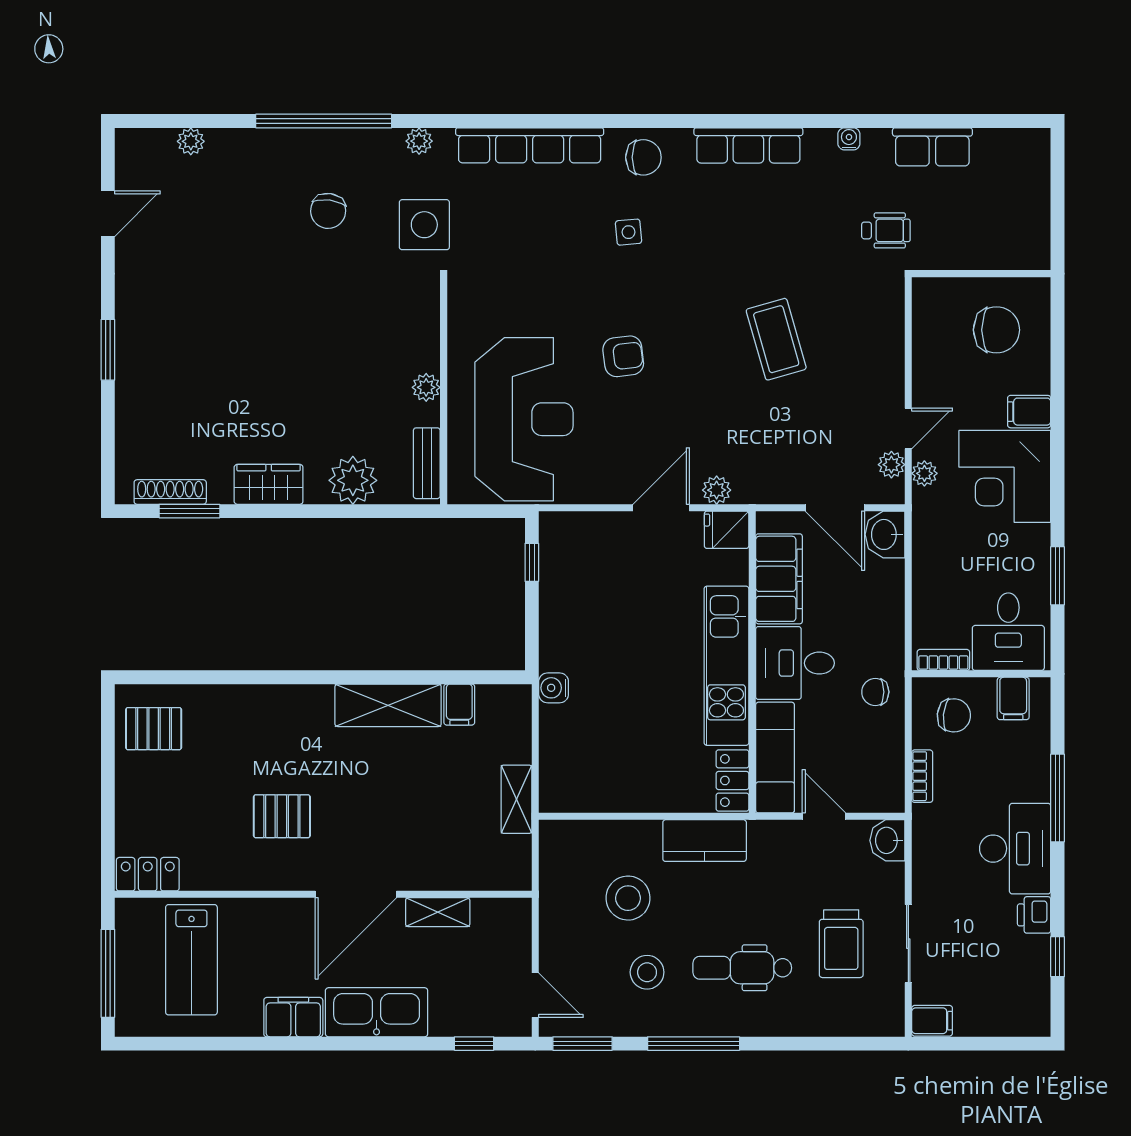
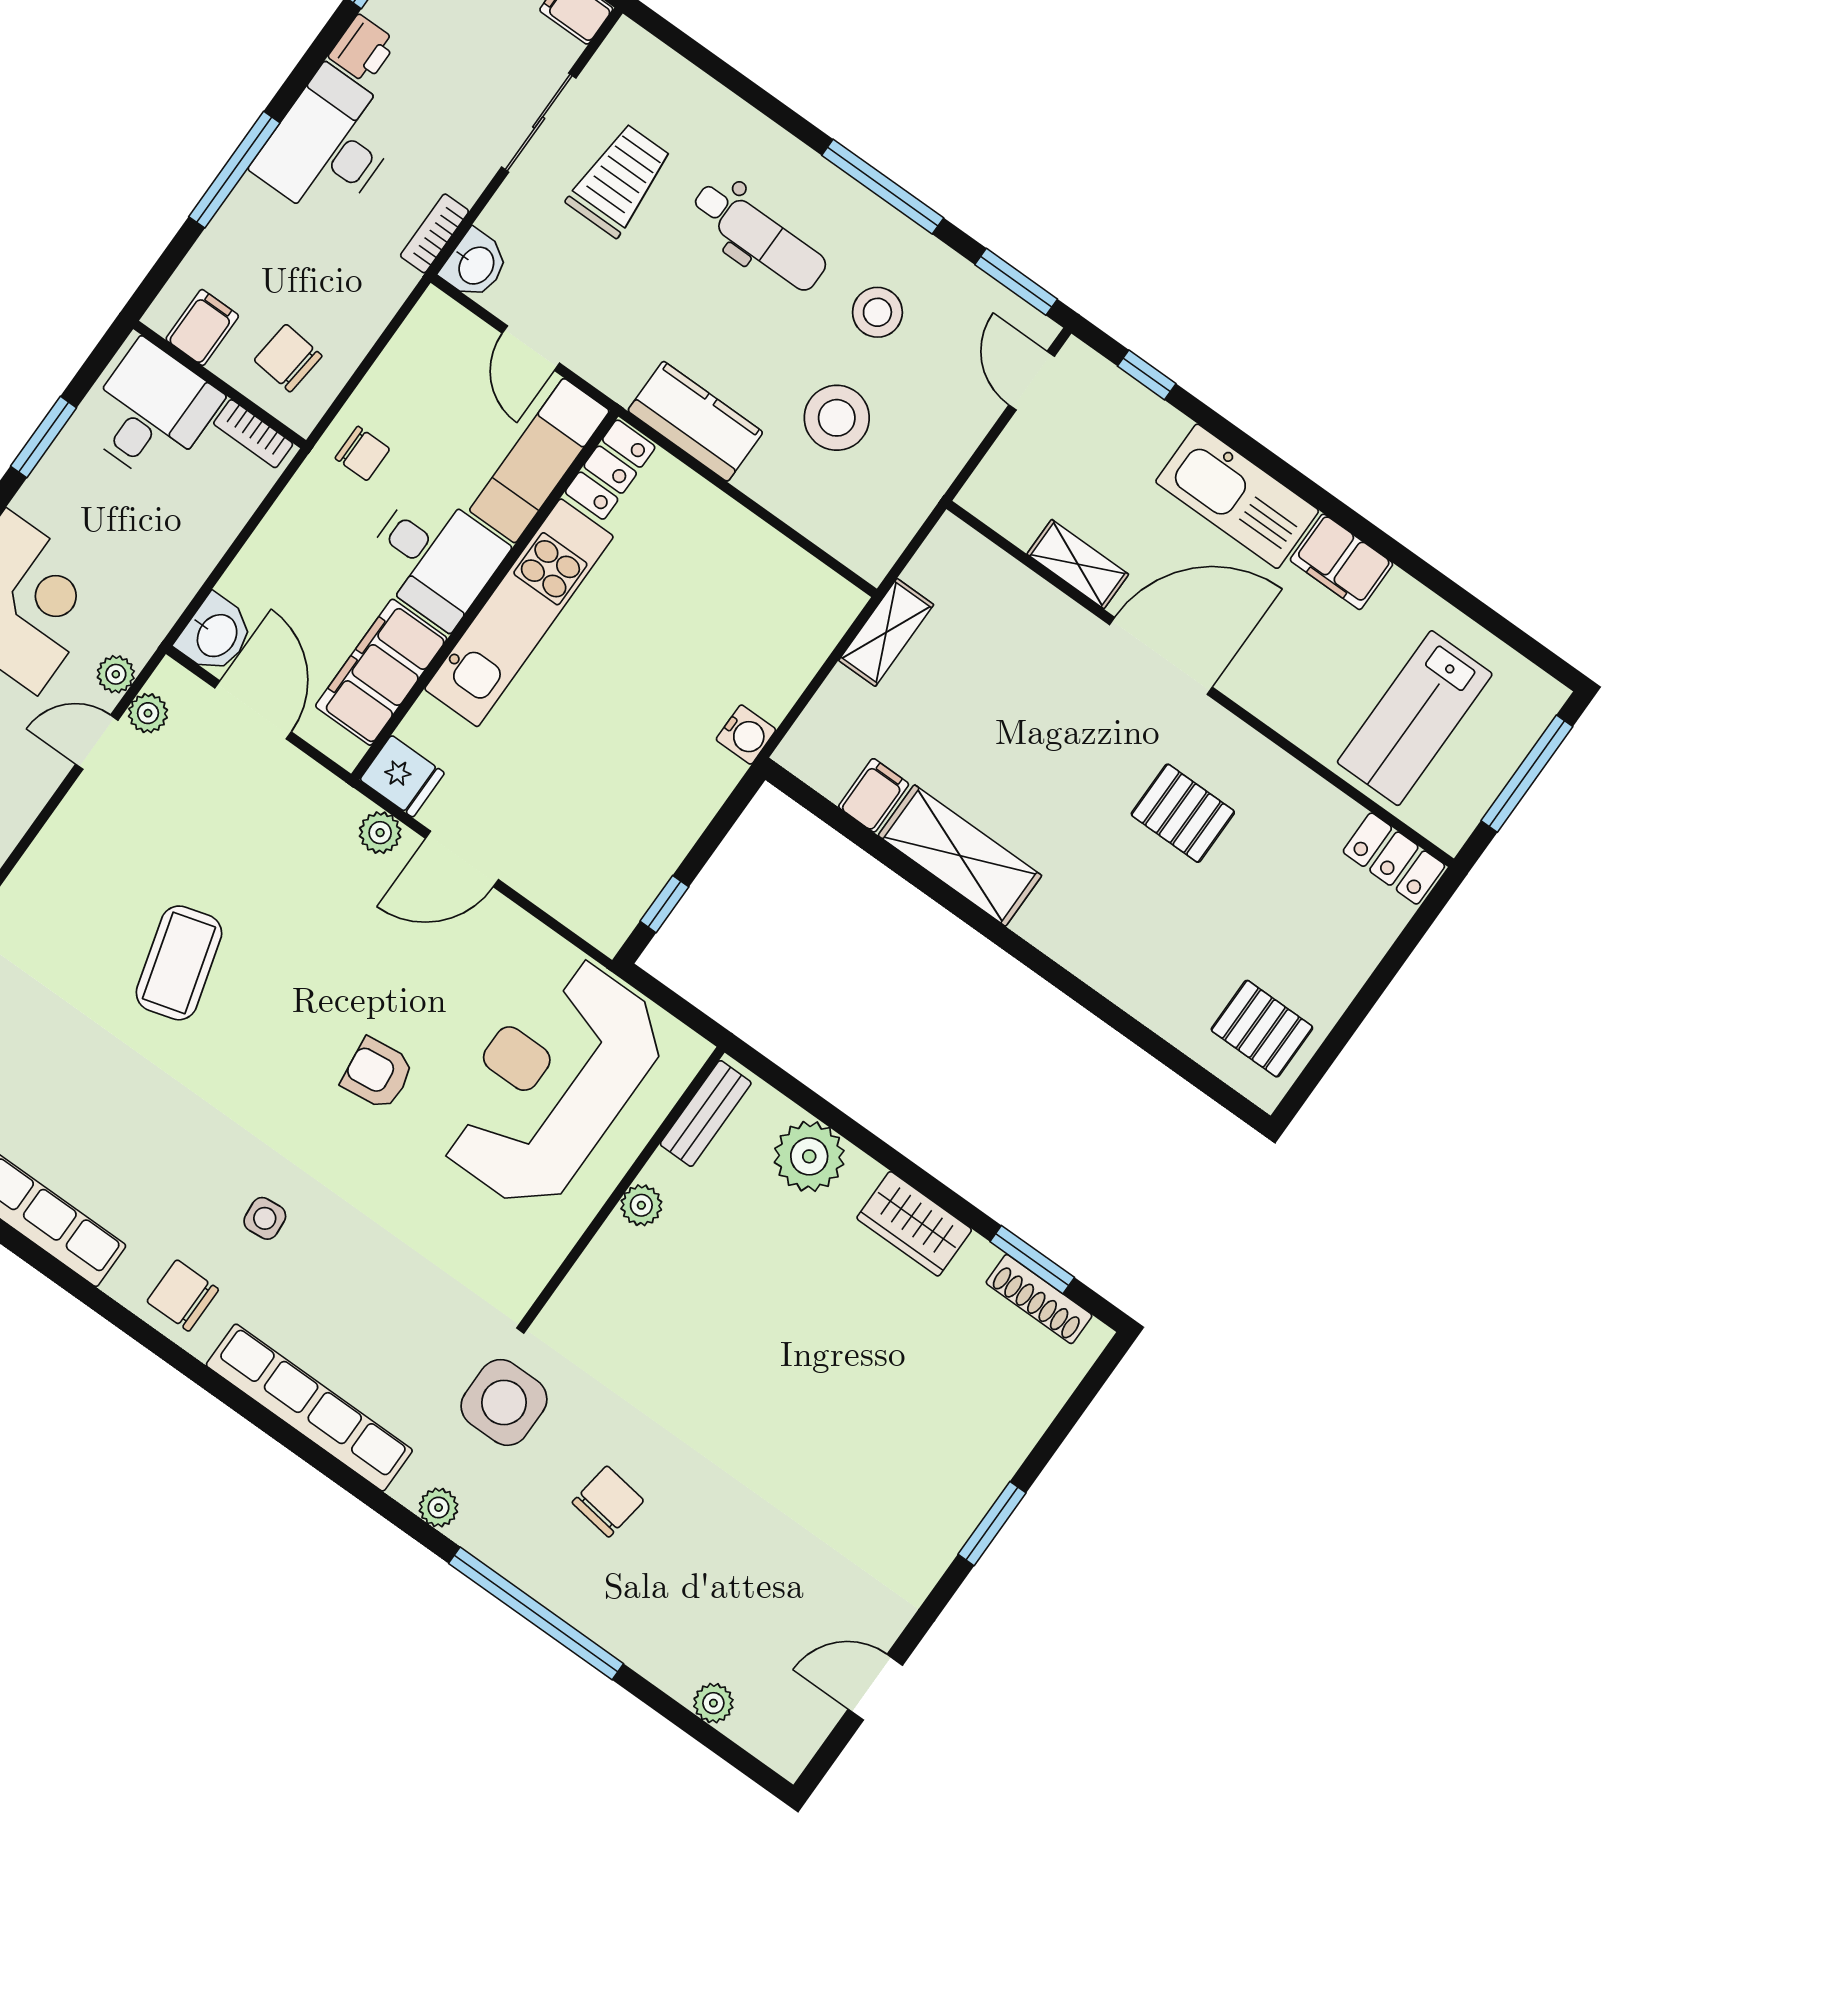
bookcase: (922, 776) -> (434, 233), moved
lab bench: (191, 960) -> (1415, 718), turned 180

